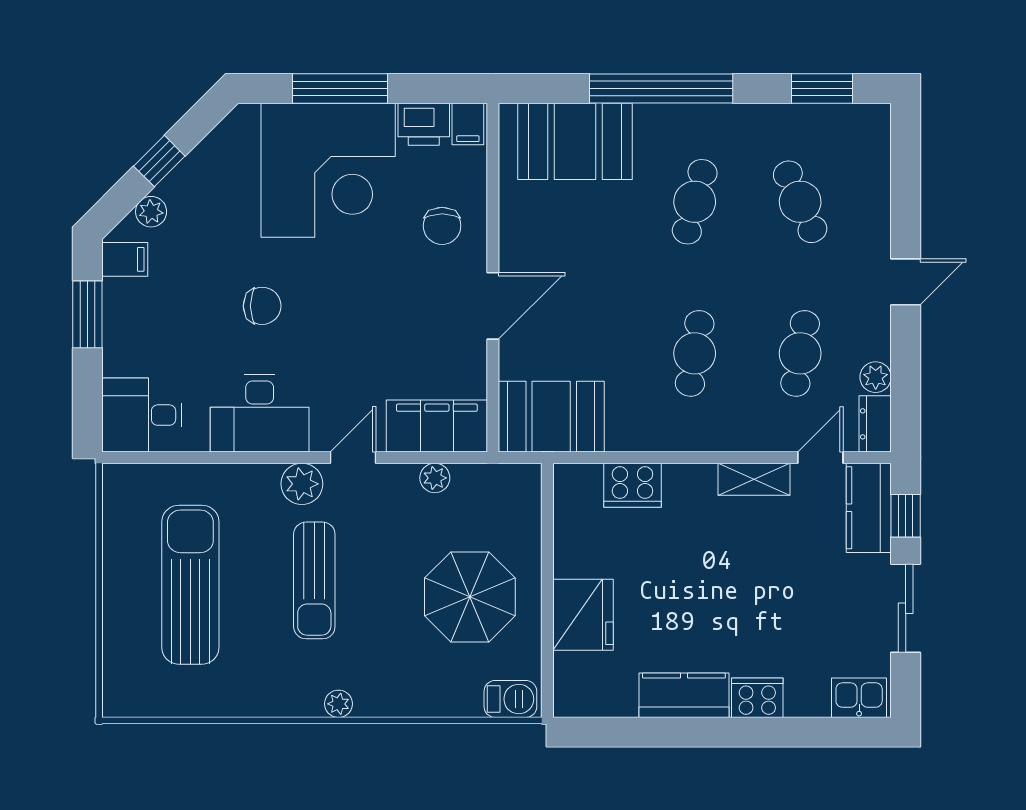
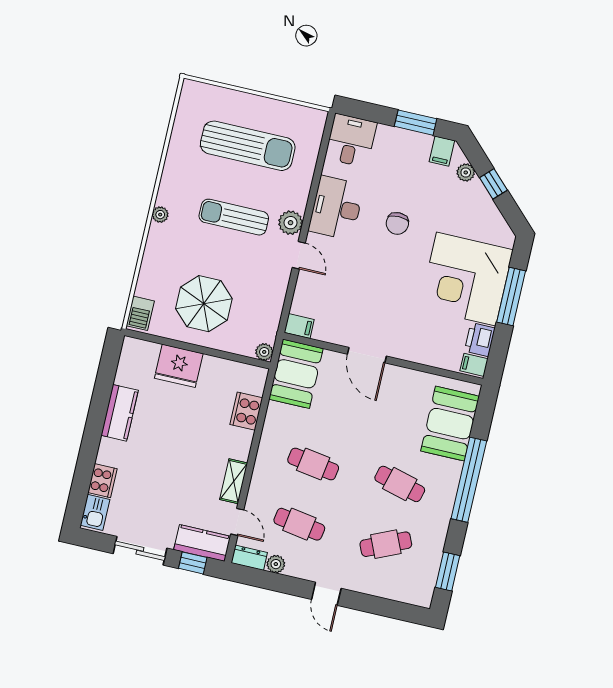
chair: (442, 226) -> (419, 337), removed
filing cabinet: (437, 426) -> (299, 326), width x0.33, depth x0.86
plant: (435, 478) -> (264, 352), moved
cooker: (757, 698) -> (102, 481), moved

